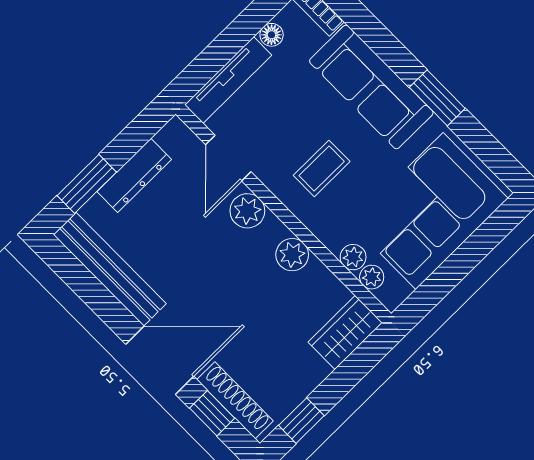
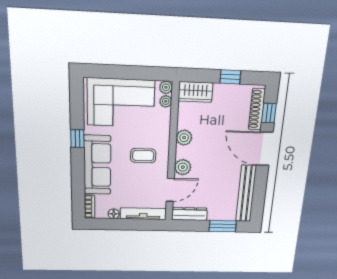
window: (437, 98) -> (77, 139), width x0.67
dresser: (134, 175) -> (189, 214), moved
plant: (353, 257) -> (166, 87), moved
window: (301, 421) -> (230, 77), moved

